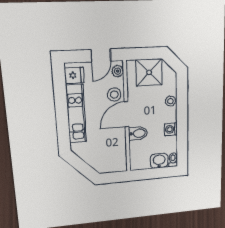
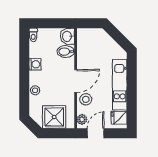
bidet: (138, 133) -> (66, 52), moved
washbasin: (159, 161) -> (67, 36), moved, turned 90

